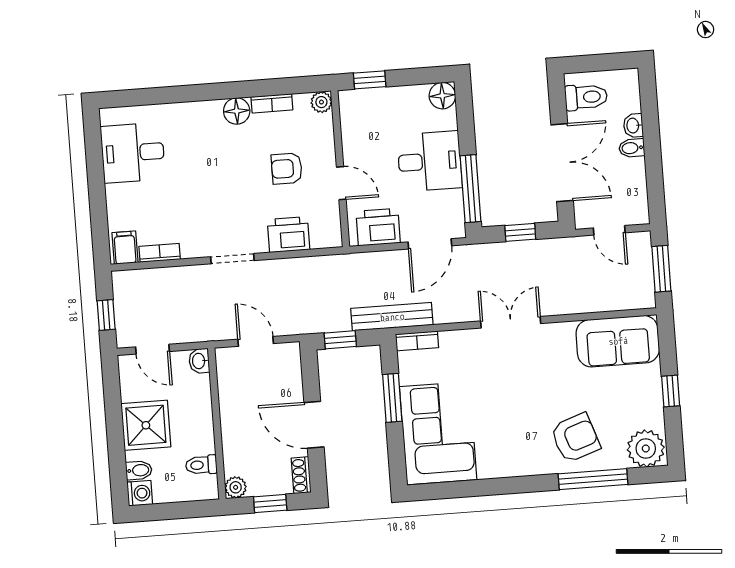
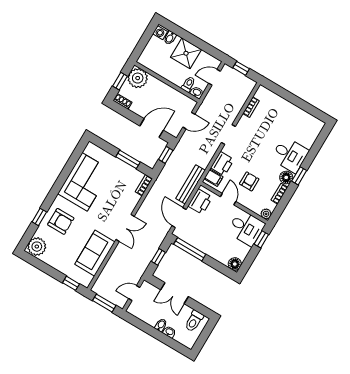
window: (219, 91) -> (299, 176), added
desk: (133, 153) -> (290, 155), moved, turned 90
desk: (430, 161) -> (246, 228), moved, turned -90
double door: (562, 163) -> (174, 293), width x0.73
door: (341, 183) -> (228, 199), swing flipped
filing cabinet: (125, 248) -> (213, 178), moved
bench: (392, 317) -> (191, 184), moved
sofa: (618, 341) -> (95, 253), moved
window: (671, 391) -> (71, 283), moved
door: (314, 425) -> (152, 128), moved
corner sofa: (438, 433) -> (85, 182), moved, turned -90
armchair: (575, 438) -> (61, 221), turned -71
toilet: (201, 465) -> (188, 84), moved
window: (593, 479) -> (39, 217), width x0.46
plant: (236, 487) -> (138, 78), width x1.88, depth x1.88

